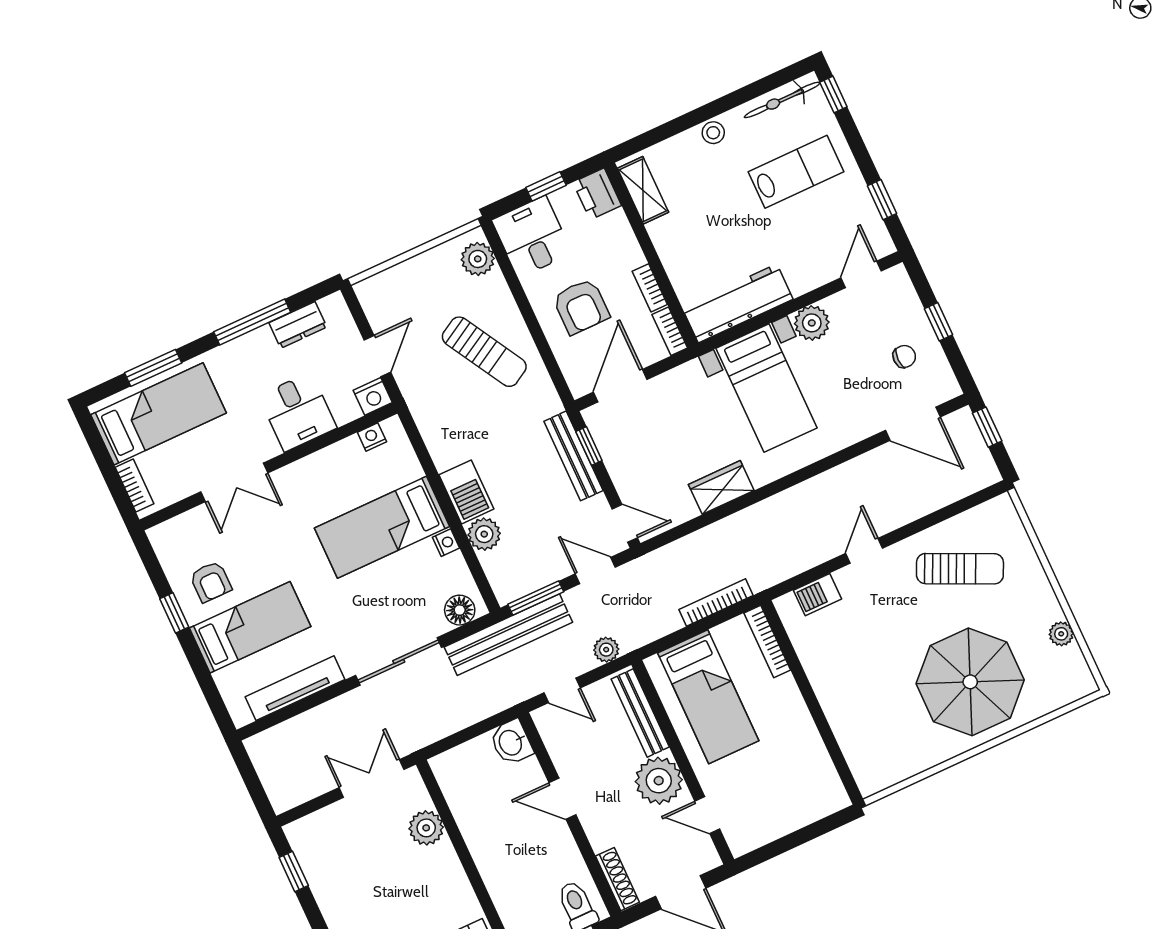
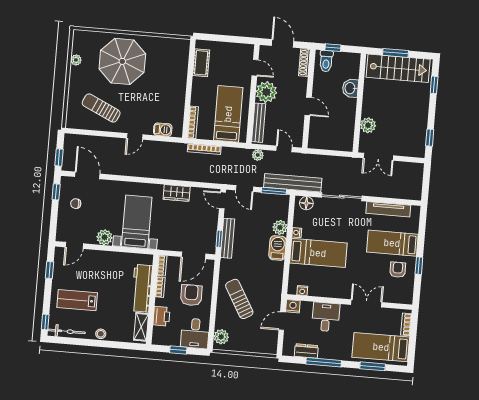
printer: (597, 194) -> (161, 316), moved
workbench: (737, 303) -> (142, 288), moved, turned 90
window: (939, 322) -> (56, 192), moved
washbasin: (511, 742) -> (350, 88), moved, turned 180
cot: (817, 766) -> (201, 63), added

